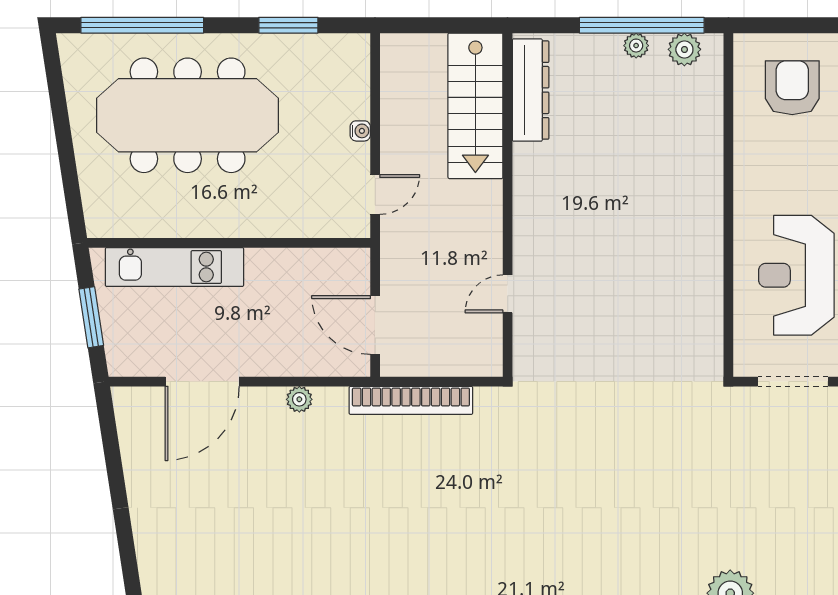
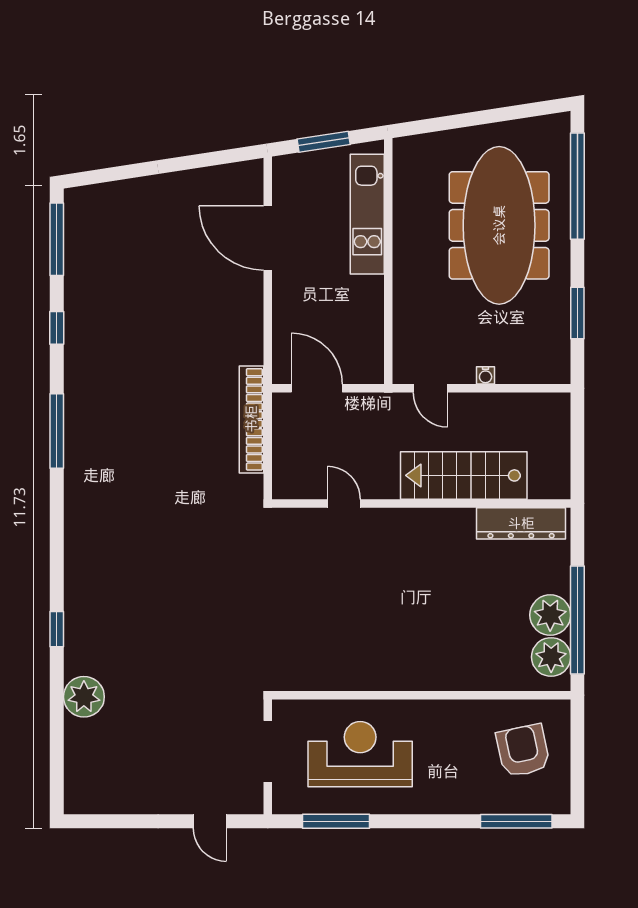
plant: (636, 46) -> (550, 615), width x1.87, depth x1.87
plant: (684, 49) -> (551, 657), width x1.36, depth x1.36
armchair: (792, 88) -> (523, 751), turned -102
stairs: (475, 106) -> (464, 475), moved
door: (375, 325) -> (317, 388), hinge flipped
plant: (299, 399) -> (252, 322), removed

